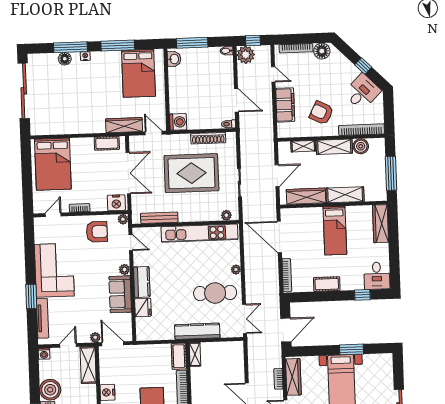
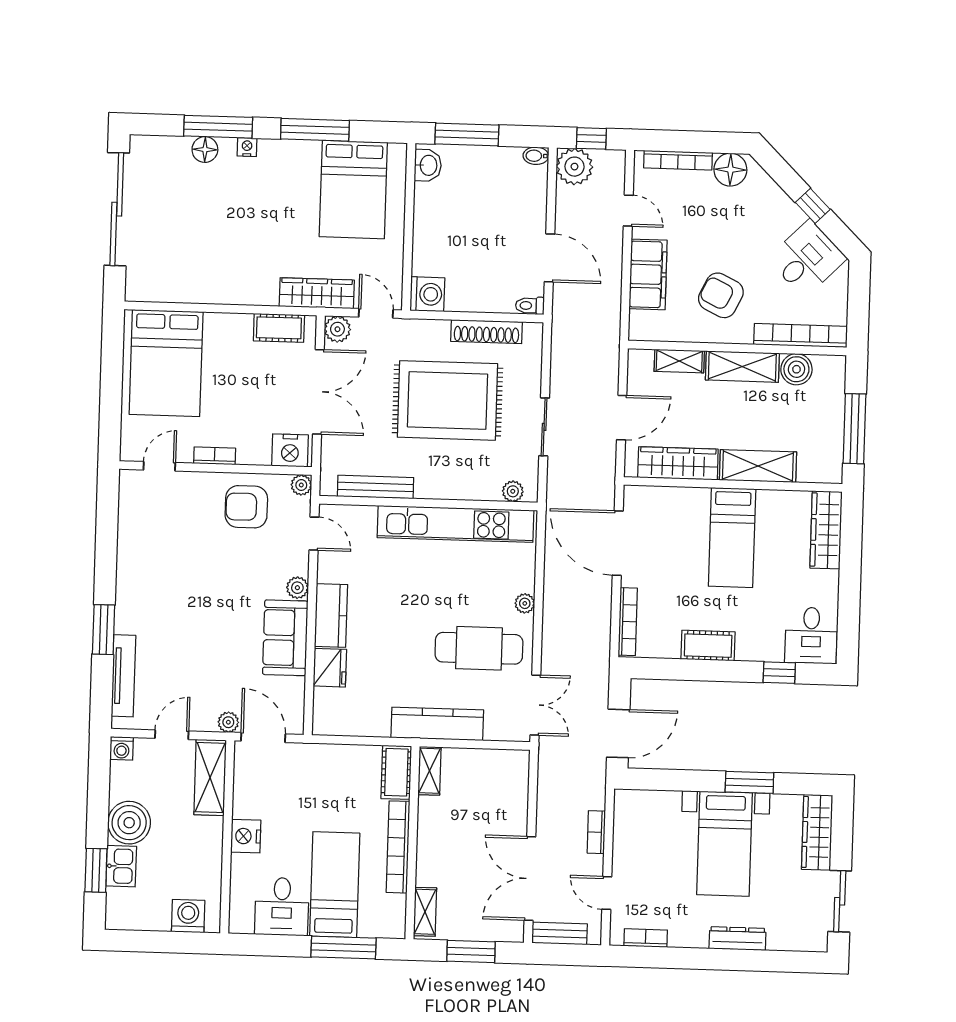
plant: (135, 142) -> (337, 329), added
armchair: (97, 232) -> (246, 507), turned 180
corner sofa: (54, 270) -> (154, 580), removed
wardrobe: (293, 377) -> (817, 832), moved, turned 180

